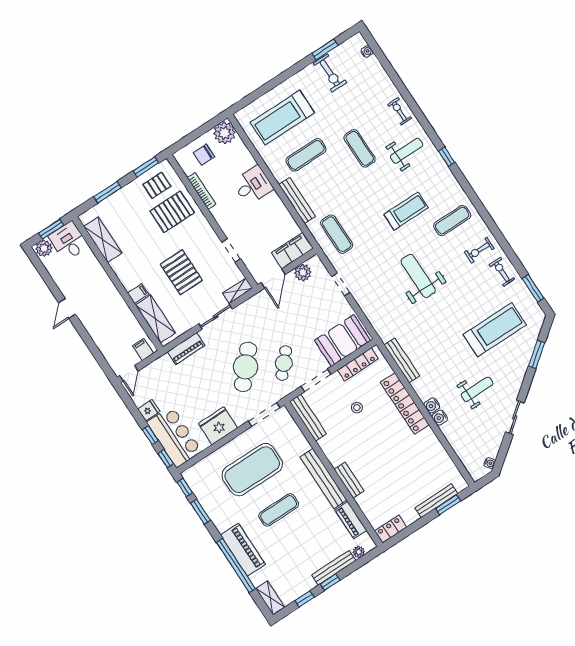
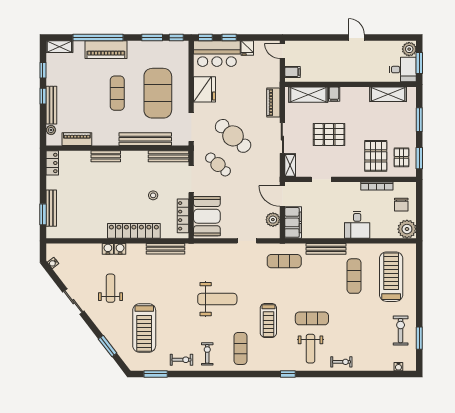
exercise bike: (330, 73) -> (401, 331), turned 90
exercise mat: (360, 148) -> (312, 318), moved
chair: (204, 155) -> (401, 205), turned 180
weight bench: (477, 389) -> (111, 288), turned 180
bench: (324, 478) -> (145, 139), moved

